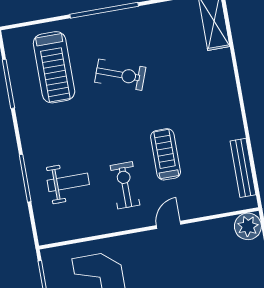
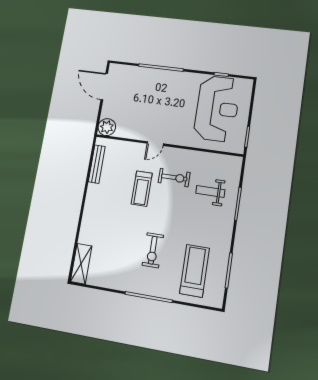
exercise bike: (120, 75) -> (153, 250), turned -110
exercise bike: (125, 185) -> (174, 178), turned -90

